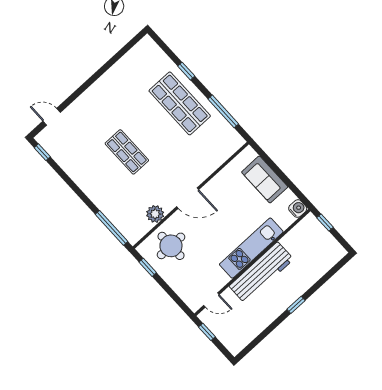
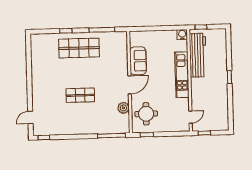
sofa: (265, 179) -> (138, 61), moved, turned -90
workbench: (261, 273) -> (198, 55), moved

